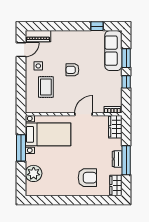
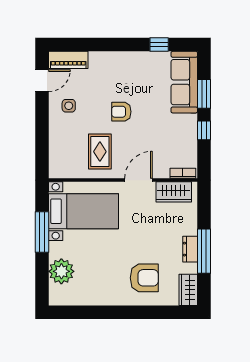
rug: (46, 87) -> (100, 152), moved
wardrobe: (115, 127) -> (174, 192), moved, turned -90

